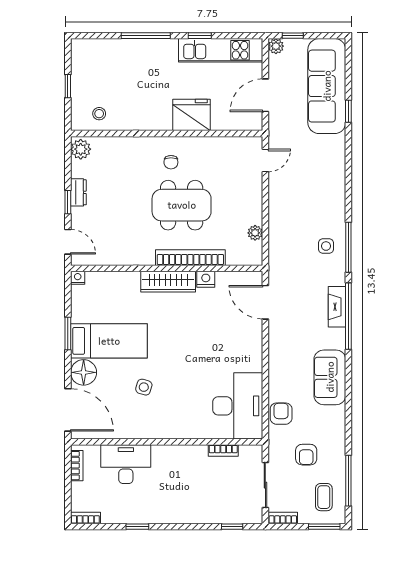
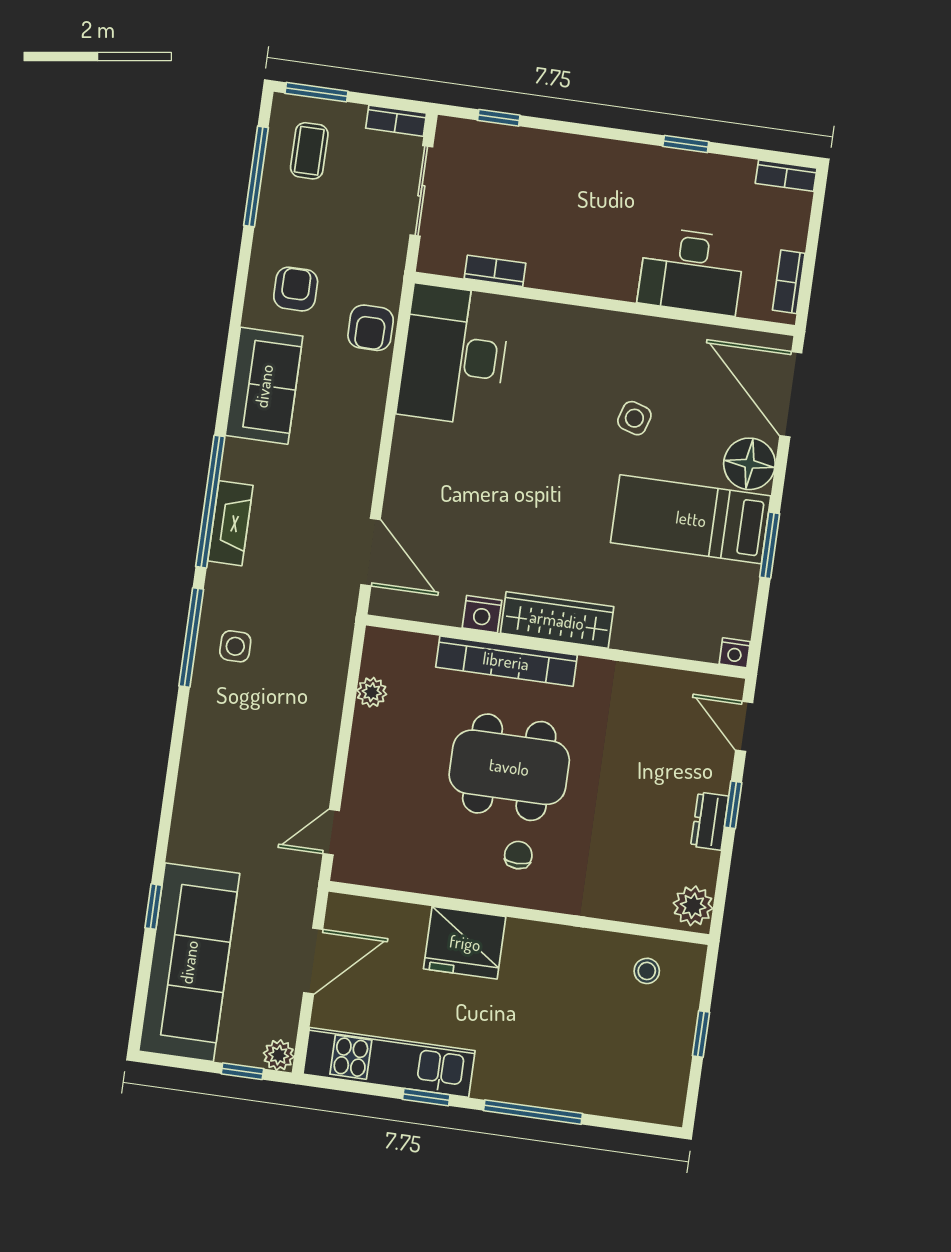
armchair: (306, 455) -> (296, 289), moved

